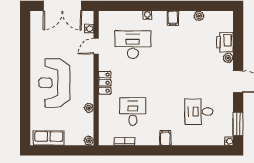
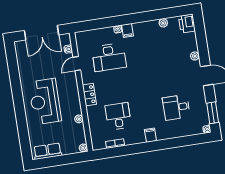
filing cabinet: (173, 18) -> (127, 30), moved
printer: (225, 42) -> (187, 24), moved
desk: (133, 45) -> (109, 57), turned 180

